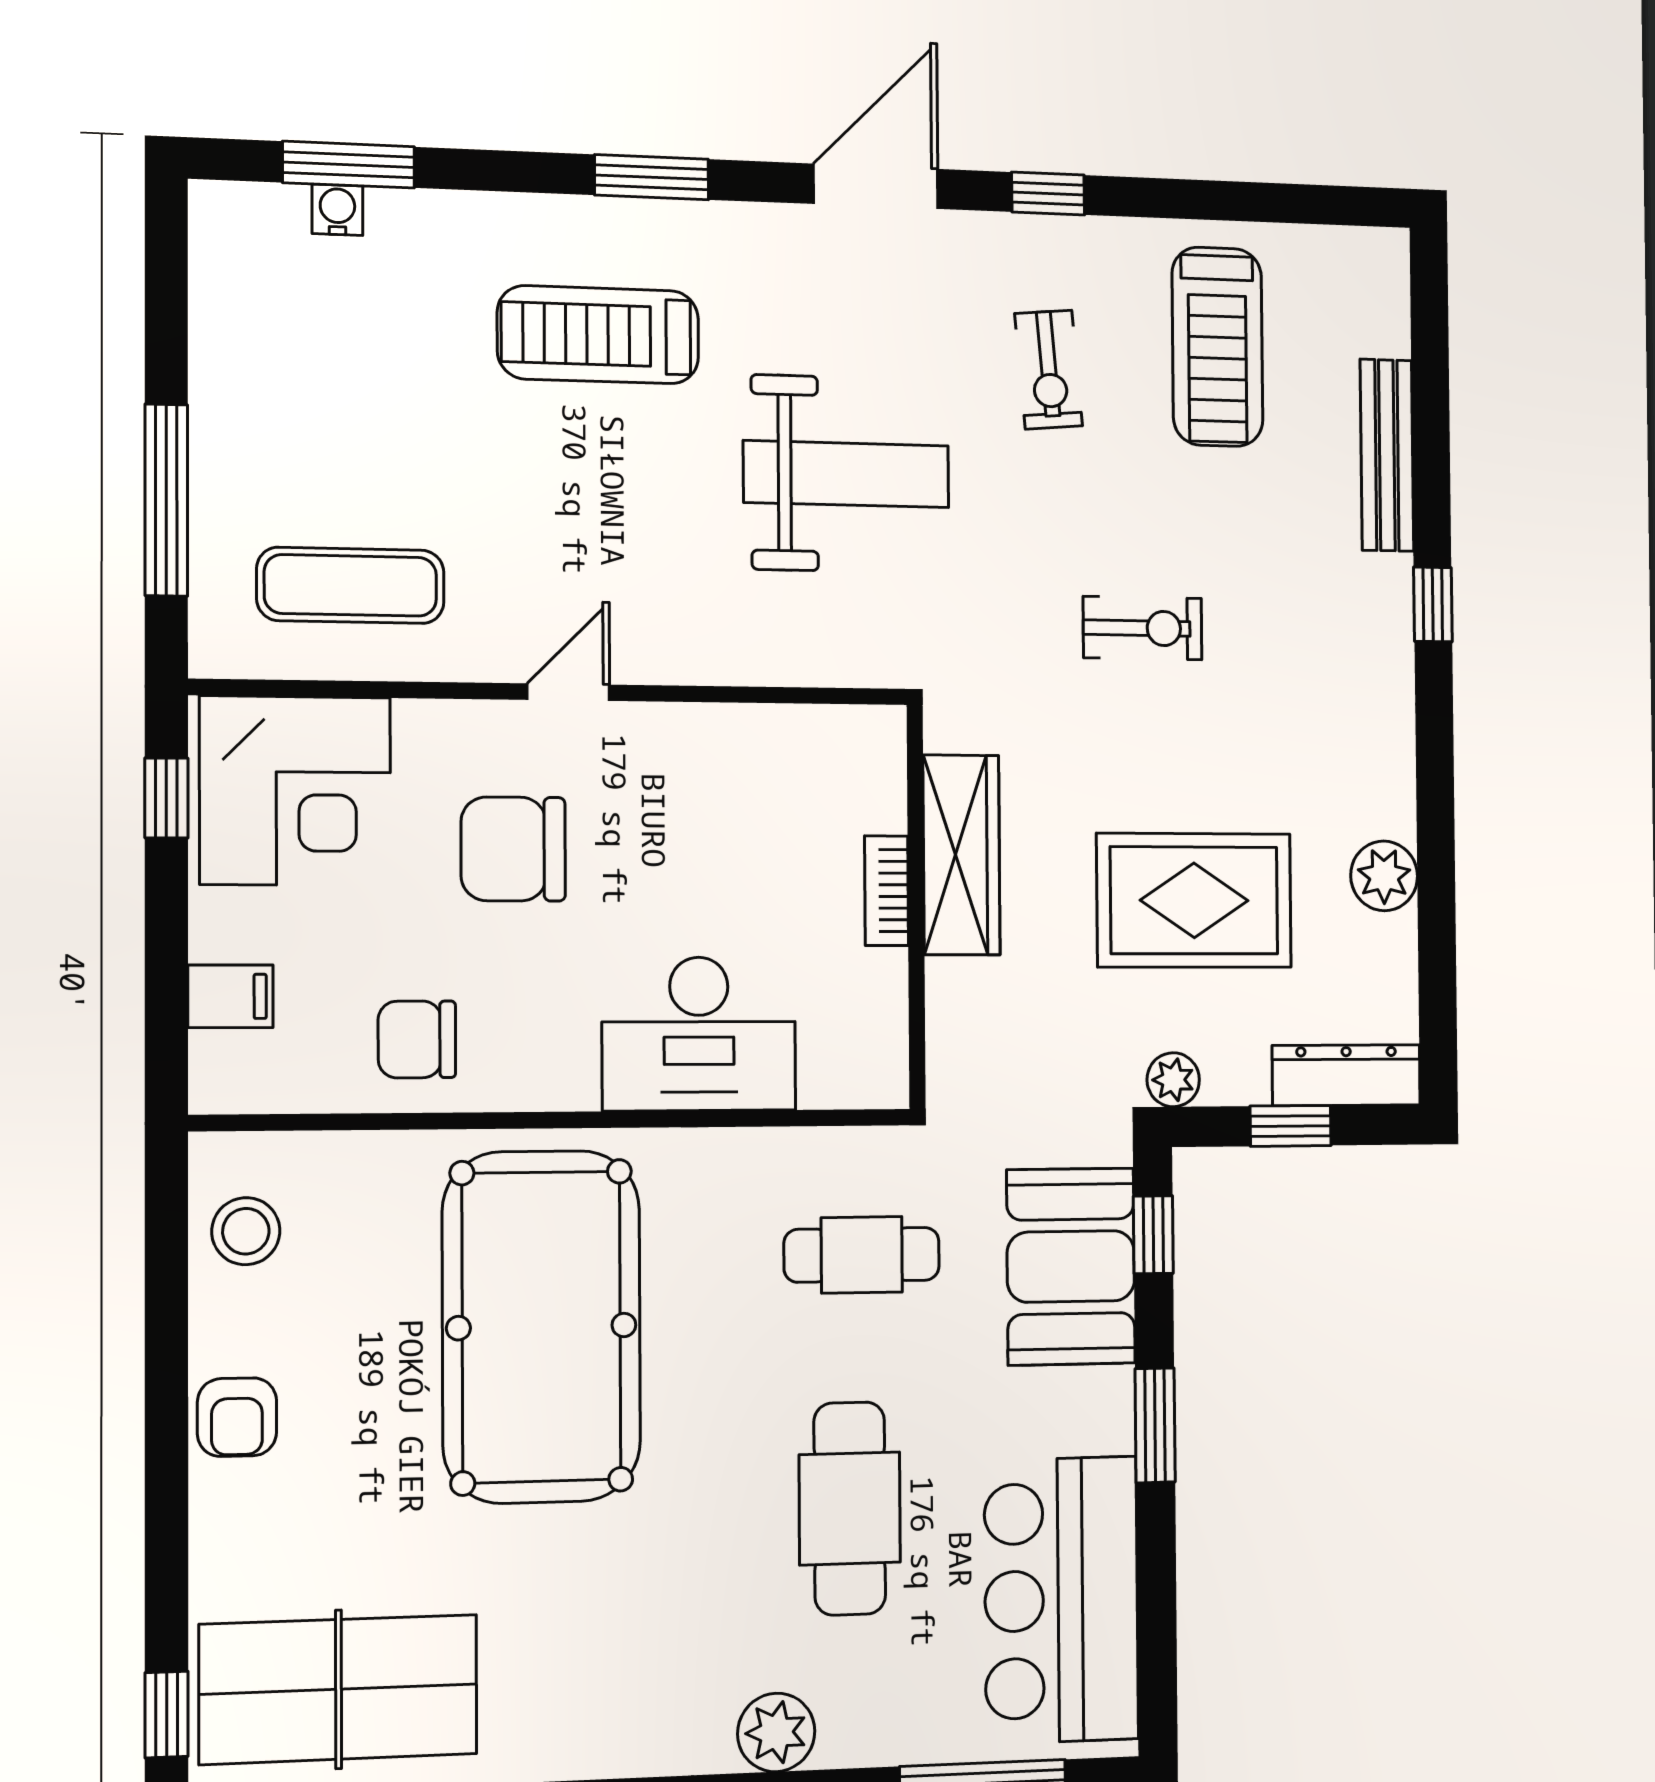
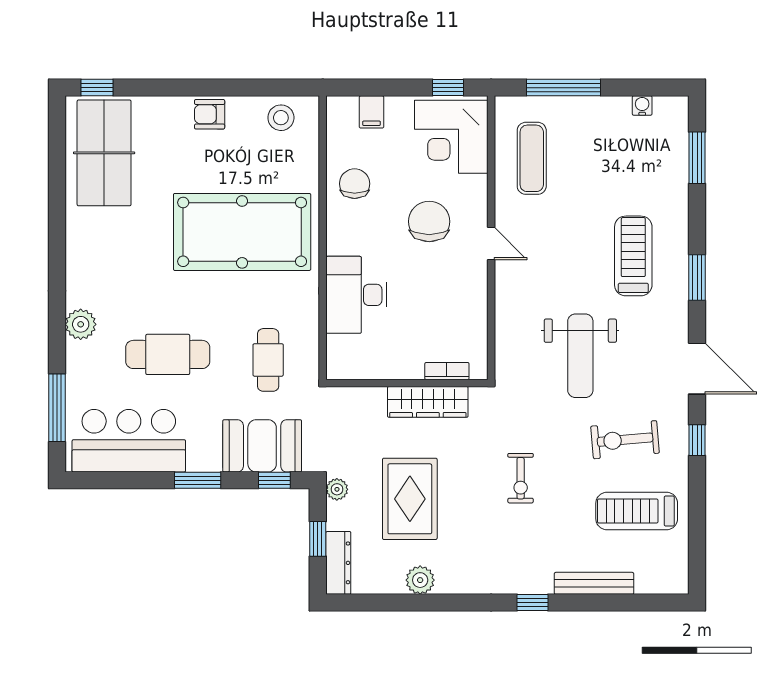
water cooler: (337, 210) -> (642, 106), moved, turned -90
exercise bike: (1049, 370) -> (625, 440), width x1.38, depth x1.39
bookcase: (887, 891) -> (447, 371), moved

